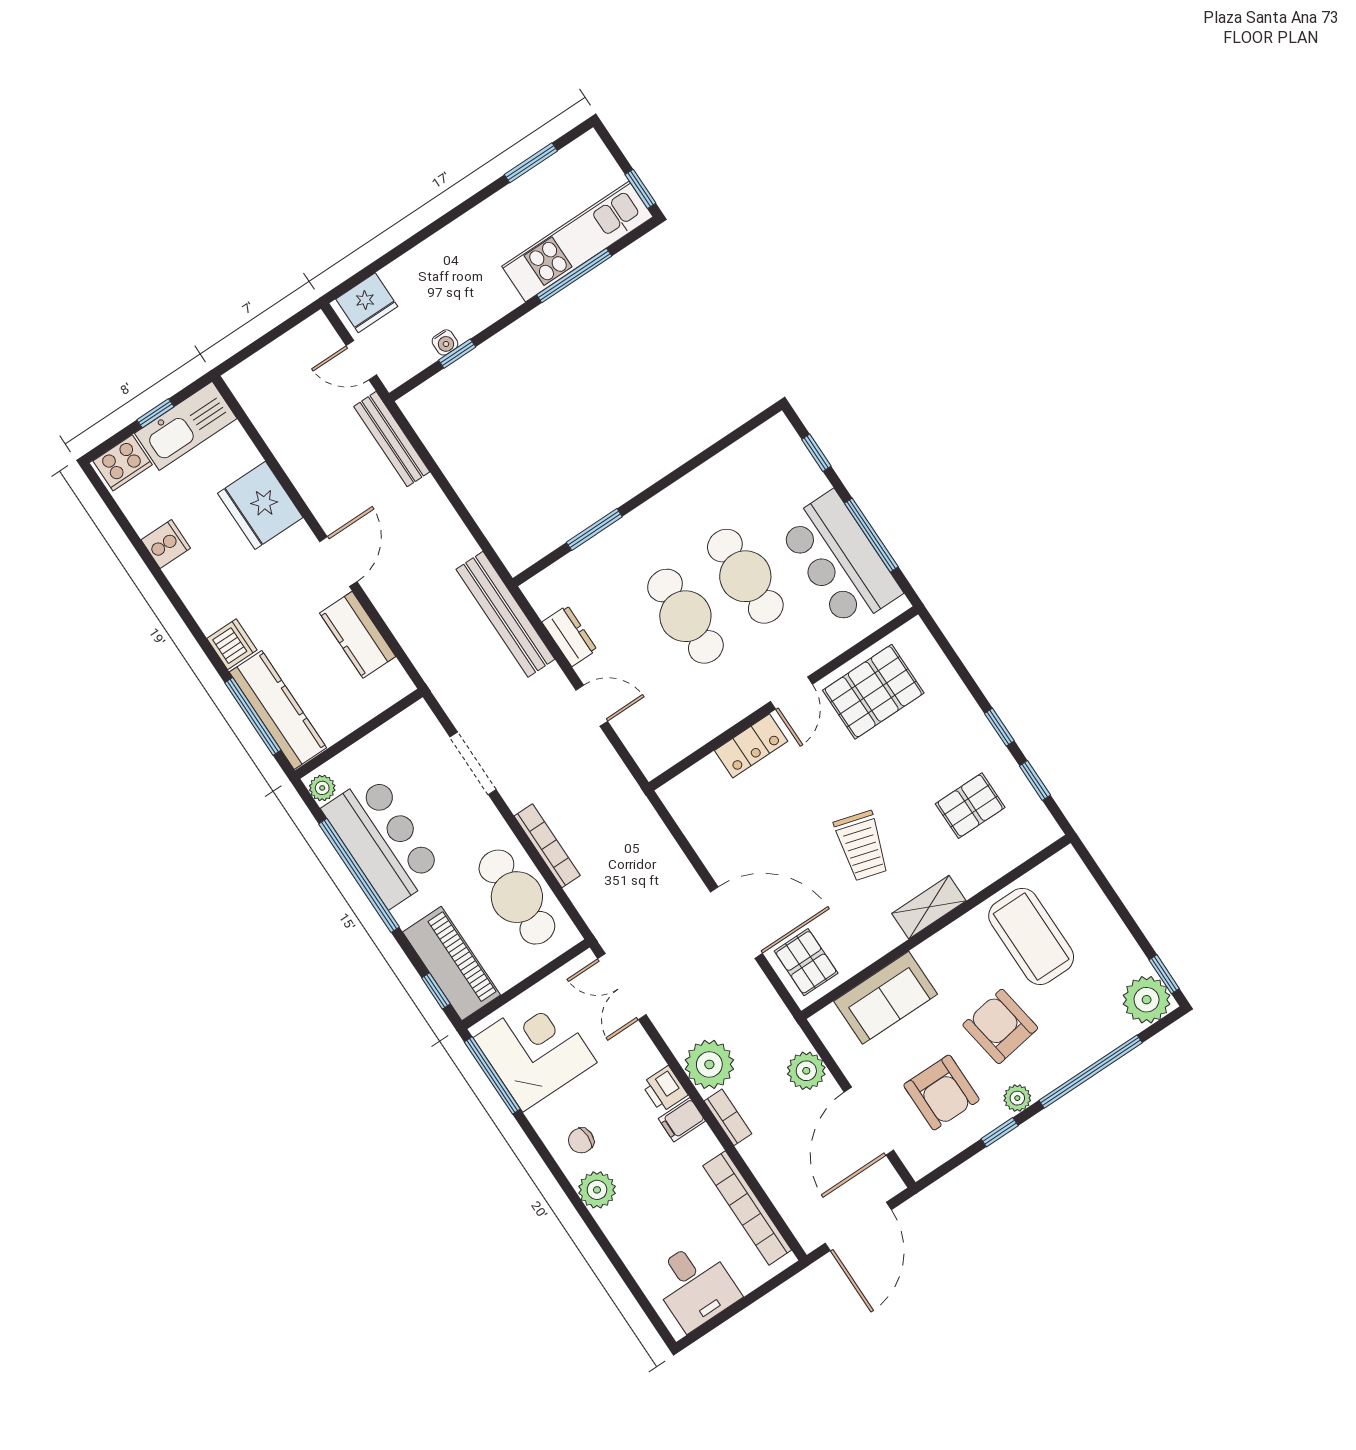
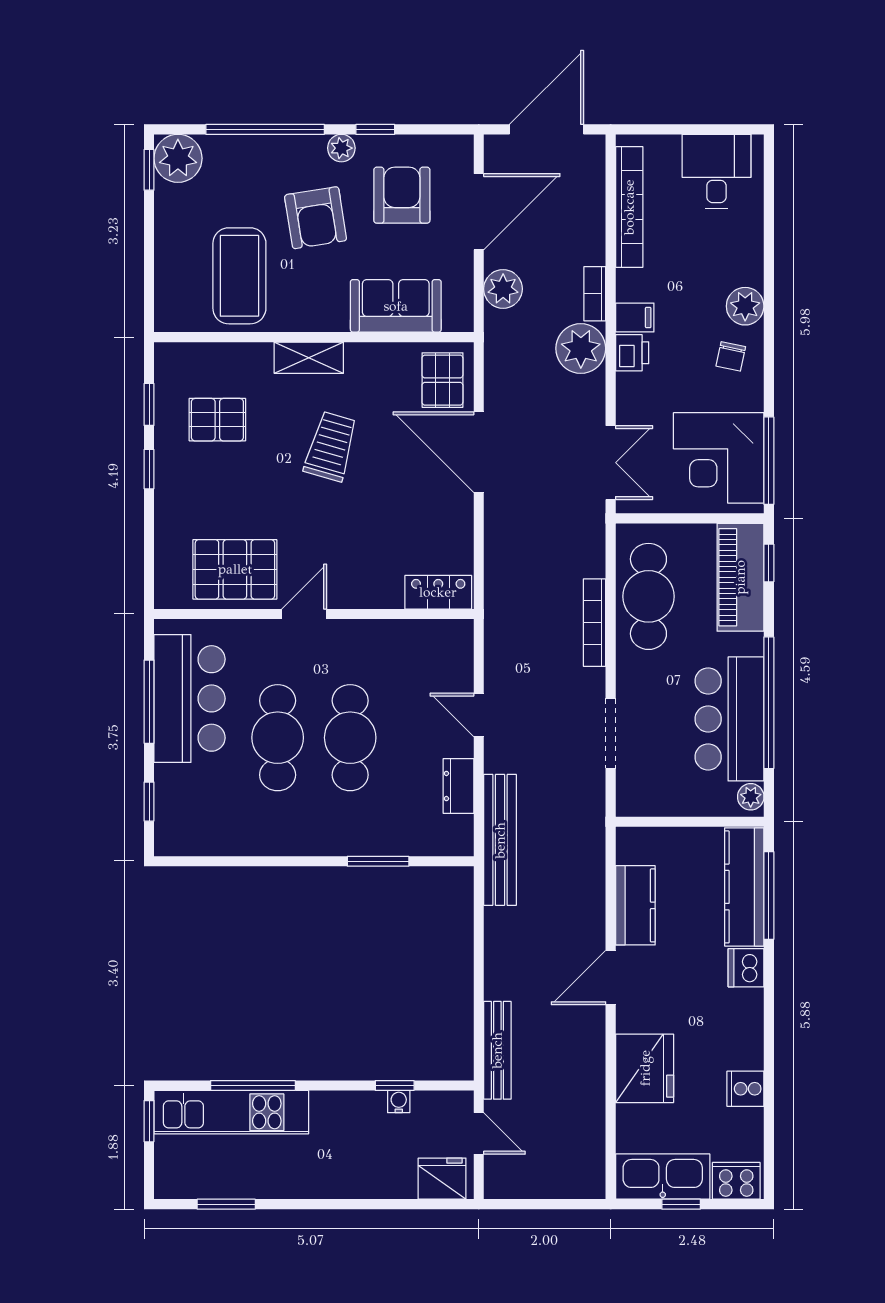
locker: (751, 746) -> (438, 592), moved
chair: (581, 1141) -> (731, 356), turned 102

